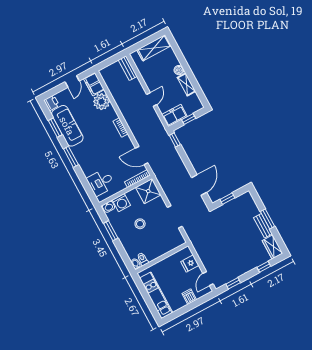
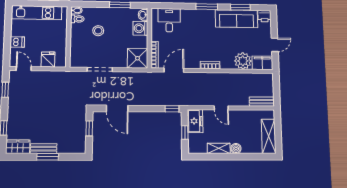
door: (72, 81) -> (275, 45), swing flipped
stool: (140, 224) -> (98, 31), moved

